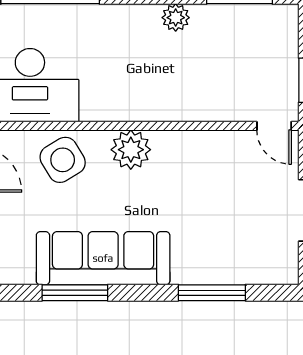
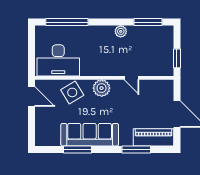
door: (274, 126) -> (132, 78), moved
piano: (252, 264) -> (153, 137), added

